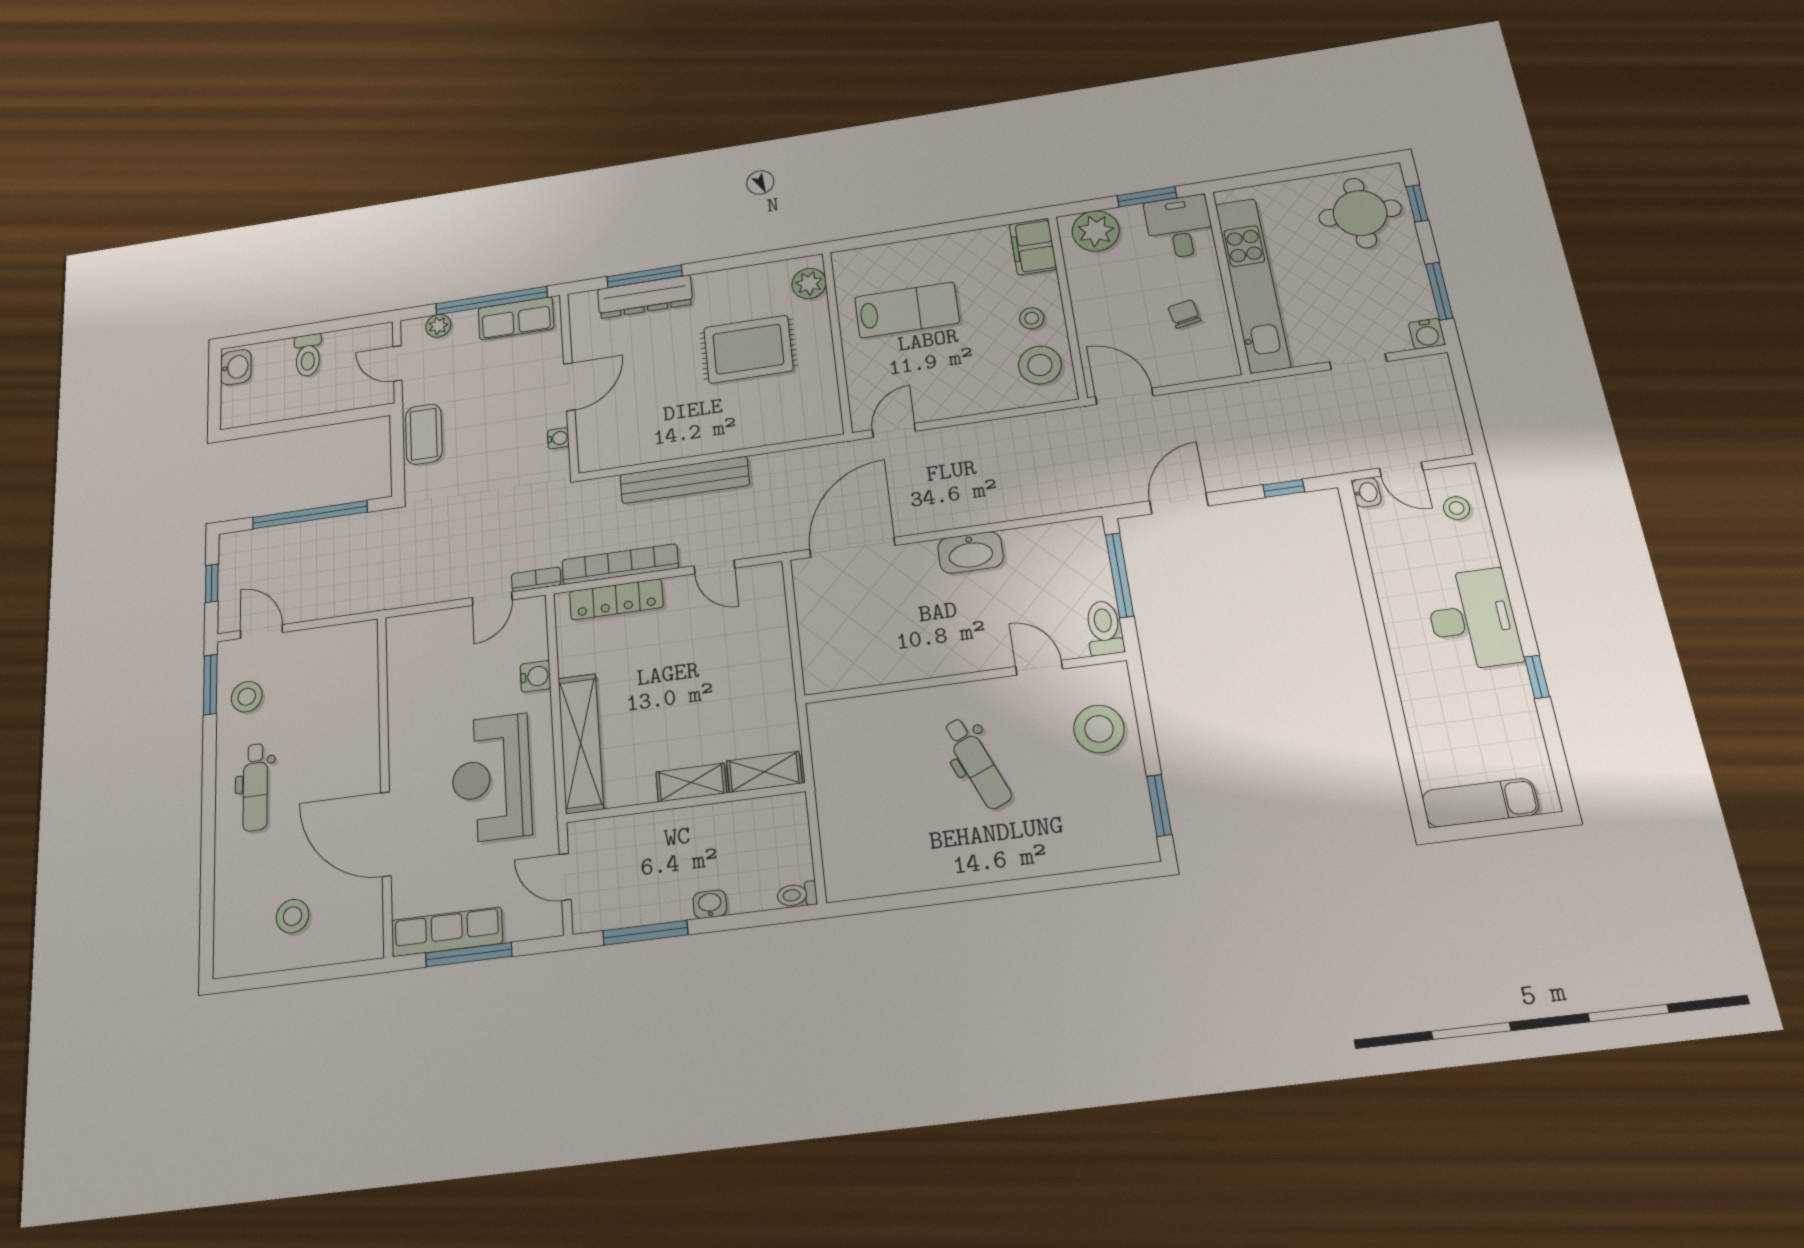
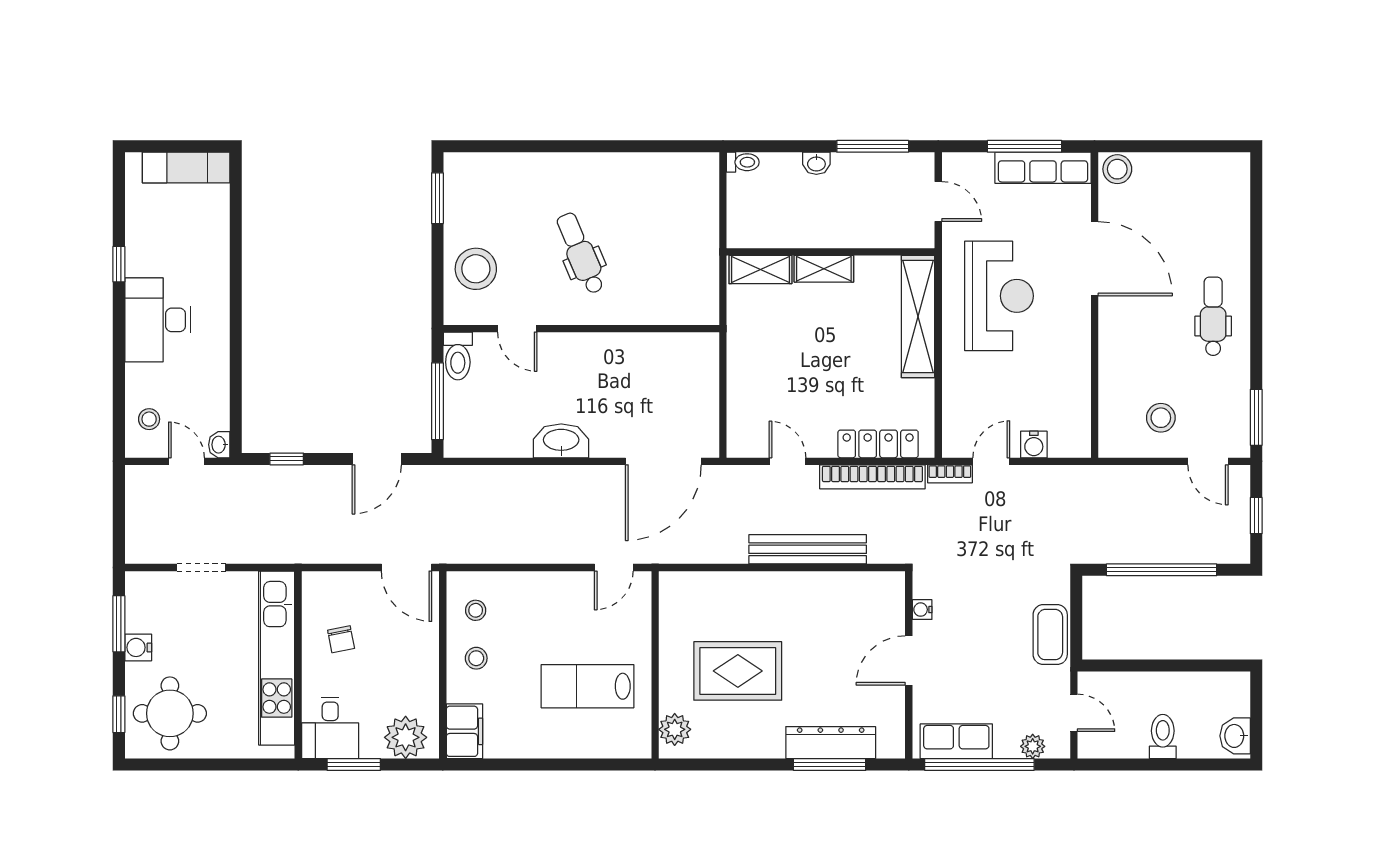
water cooler: (1427, 334) -> (138, 647), moved, turned -90
stool: (1040, 365) -> (476, 610), width x0.53, depth x0.53
water cooler: (536, 676) -> (1034, 444), moved, turned -90
stool: (247, 697) -> (1161, 418), moved
stool: (293, 916) -> (1117, 169), moved

